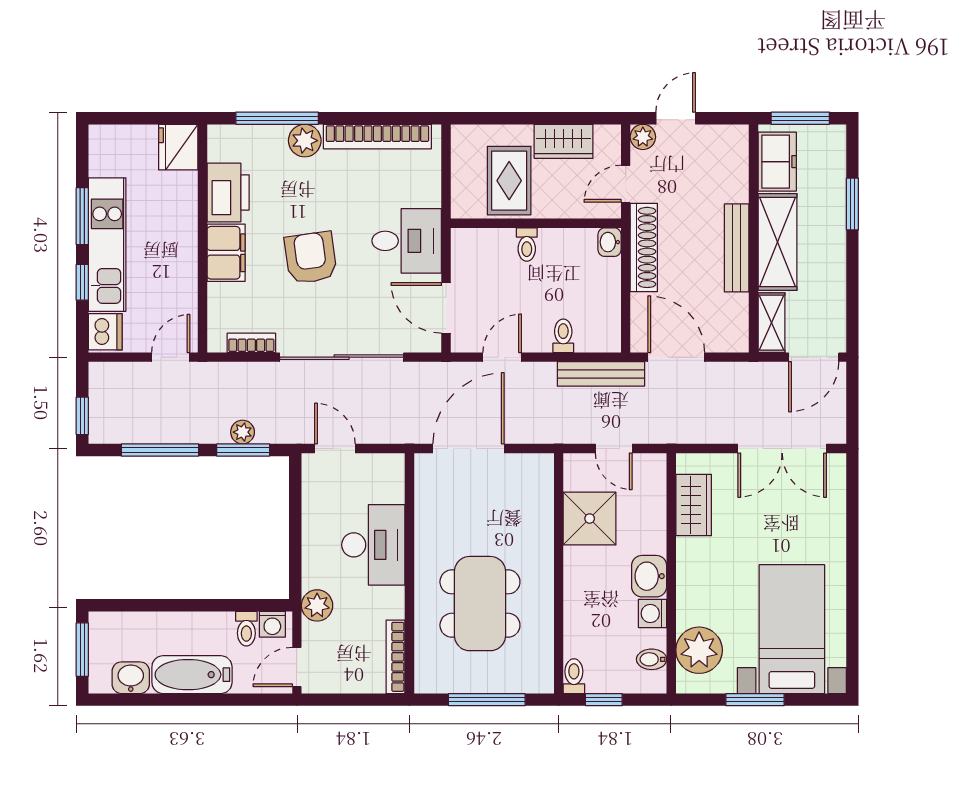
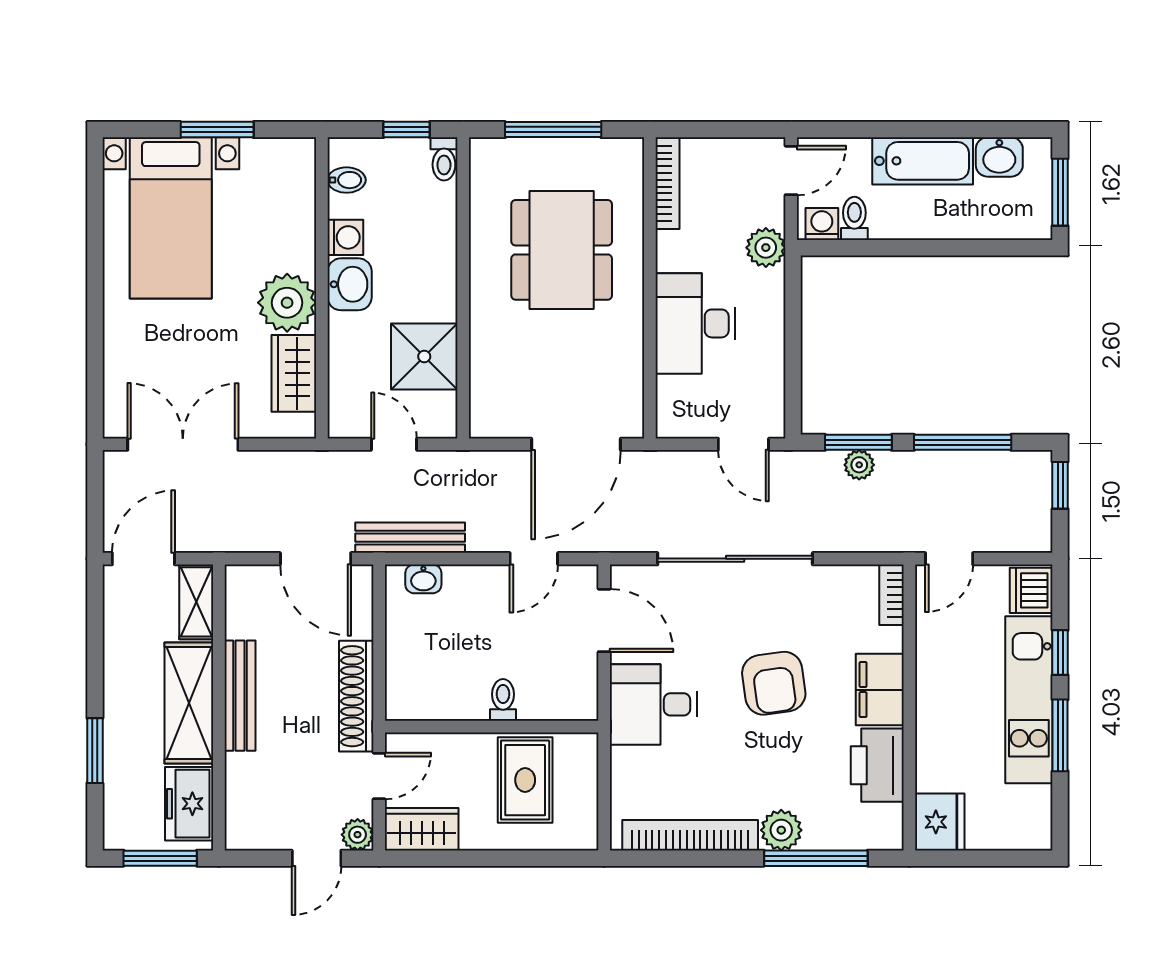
wardrobe: (564, 141) -> (422, 829), moved
washbasin: (609, 242) -> (423, 579), moved, turned 90
toilet: (563, 336) -> (457, 585), removed
bookcase: (251, 343) -> (892, 595), moved, turned 90
plant: (699, 650) -> (287, 303), moved

